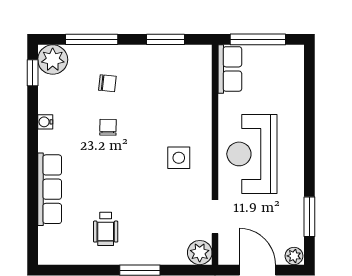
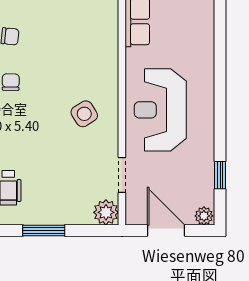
side table: (179, 158) -> (84, 114), turned -32
window: (309, 217) -> (220, 175), width x0.67

